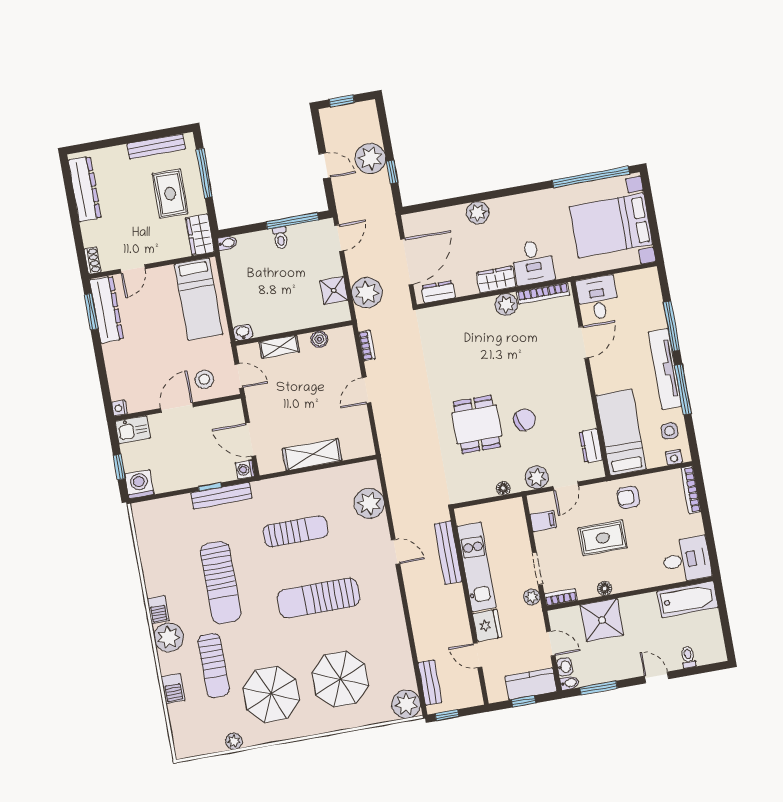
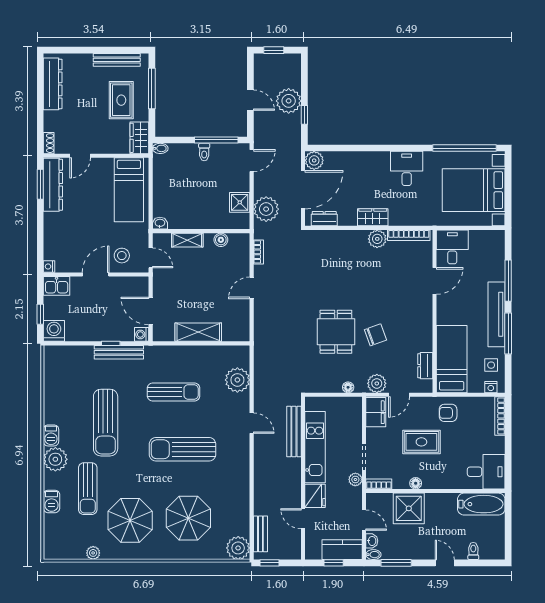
plant: (478, 213) -> (314, 160), moved
desk: (533, 262) -> (407, 168), moved, turned 180
filing cabinet: (543, 521) -> (376, 412), width x2.00

